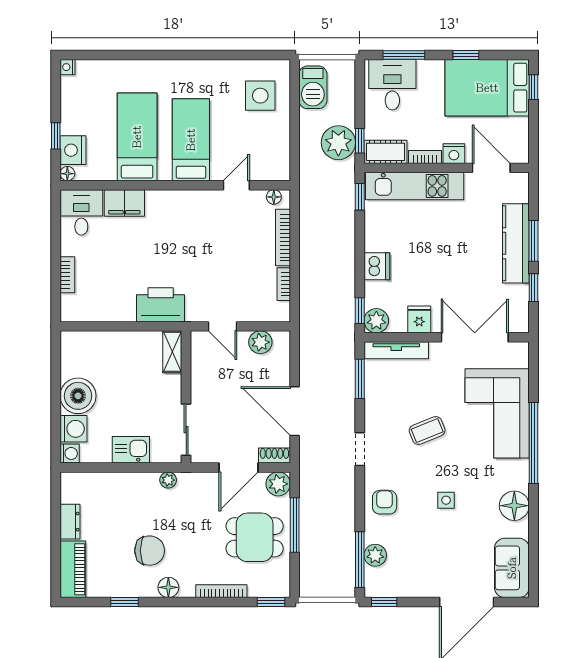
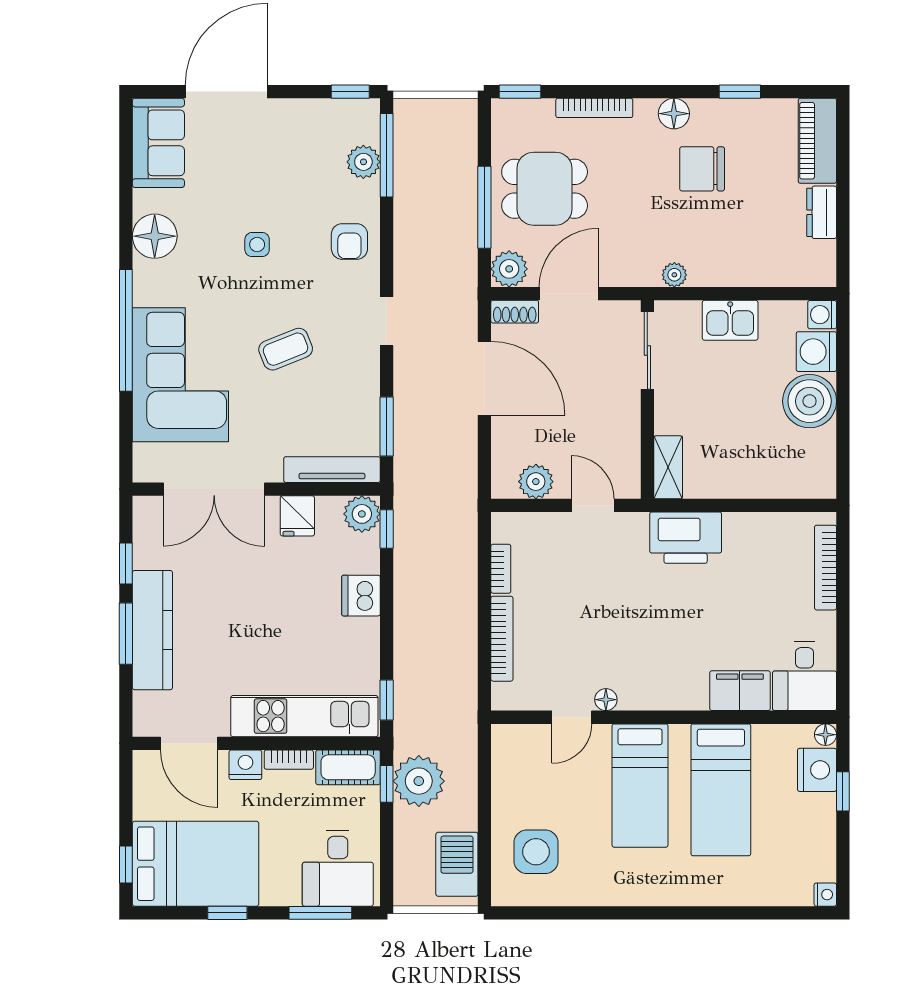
floor lamp: (274, 197) -> (606, 700), moved
bookcase: (67, 275) -> (826, 568), width x1.56

